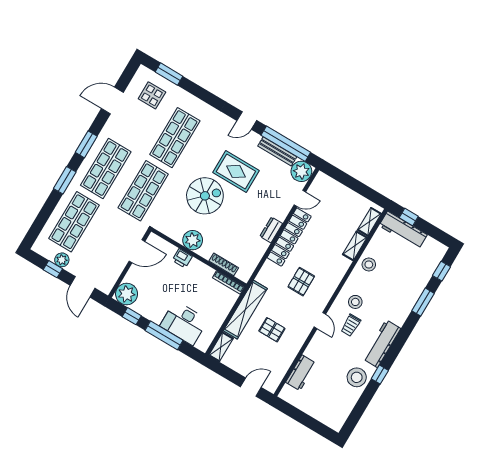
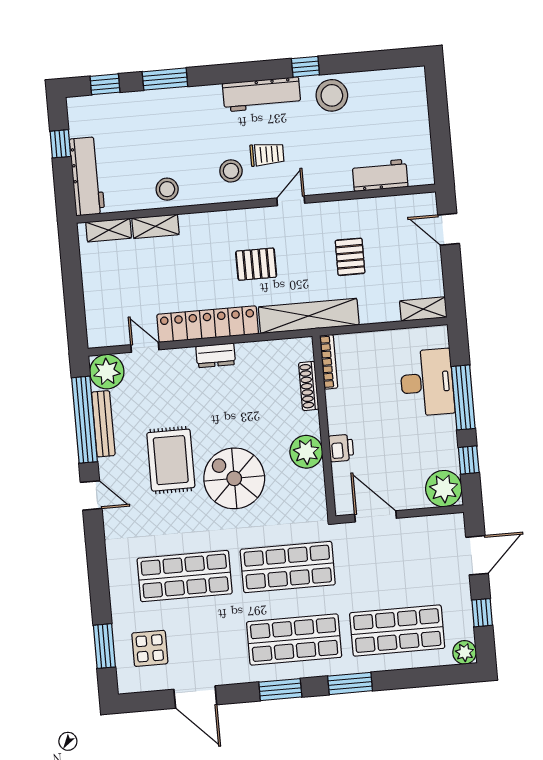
window: (409, 217) -> (60, 144), moved
plant: (62, 260) -> (465, 652), moved
shelving: (245, 310) -> (309, 316), moved

